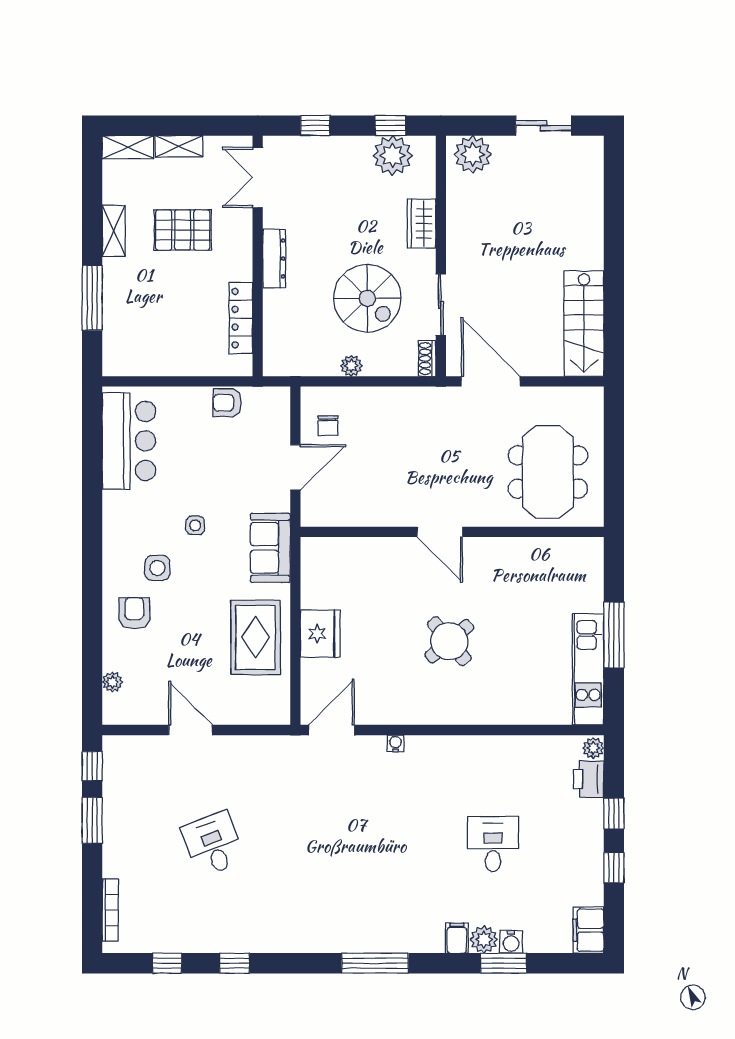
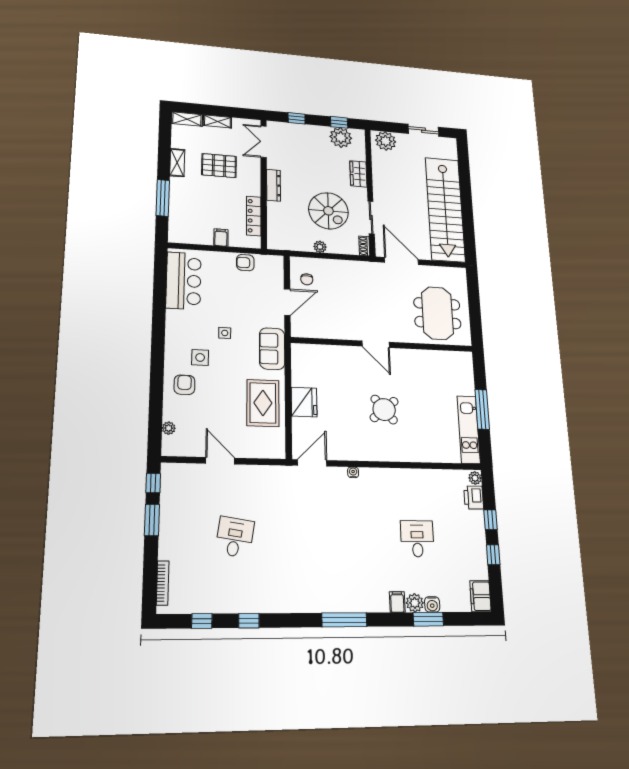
stairs: (584, 324) -> (445, 209), width x1.86, depth x1.51
filing cabinet: (187, 361) -> (221, 238), added
desk: (213, 844) -> (235, 537), turned 30

